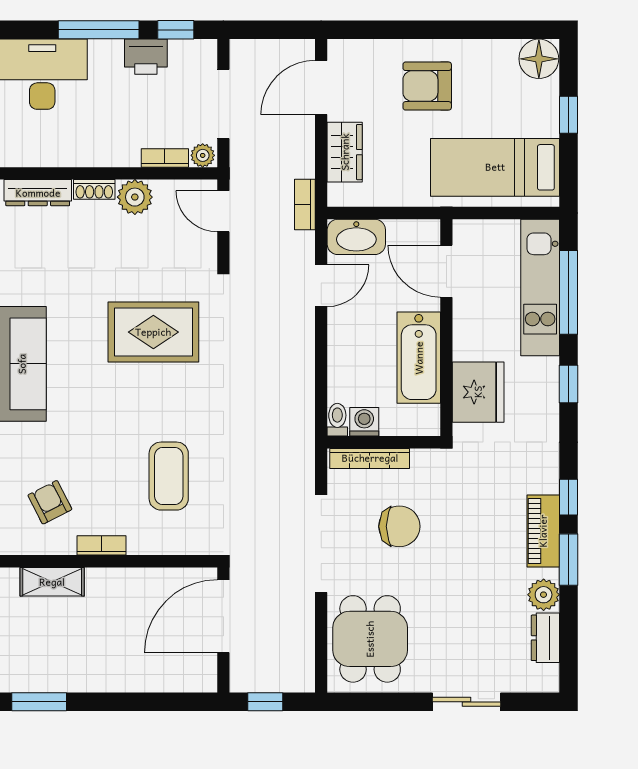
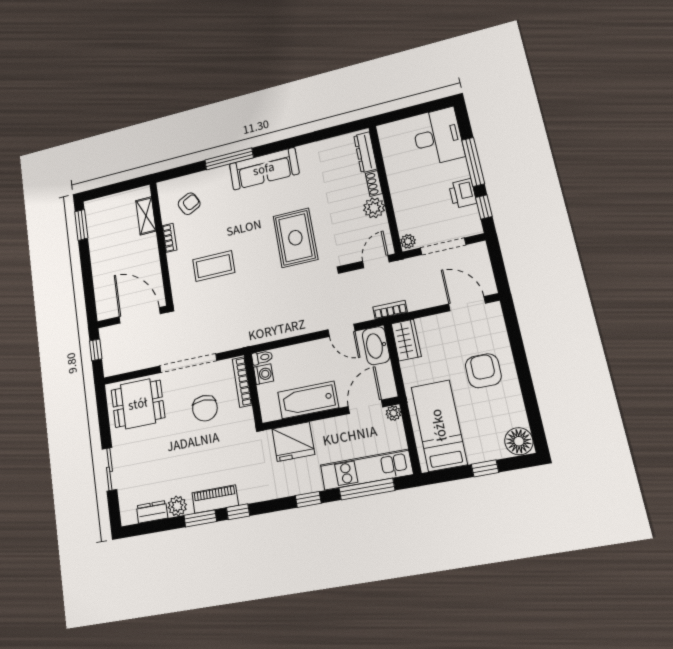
wardrobe: (345, 152) -> (406, 340), moved, turned -90
bookcase: (165, 158) -> (402, 220), removed
plant: (464, 231) -> (393, 413), added

